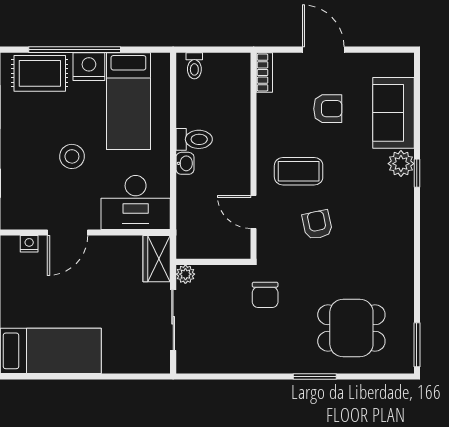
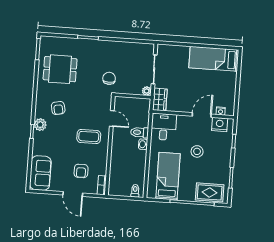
nightstand: (89, 67) -> (220, 125), moved, turned 180
armchair: (328, 109) -> (81, 171), moved, turned -90
sofa: (393, 113) -> (40, 173), moved
toilet: (194, 139) -> (139, 132), moved
plant: (401, 164) -> (40, 125), moved
desk: (136, 202) -> (164, 127), width x0.73
armchair: (317, 225) -> (58, 108), moved
dining table: (351, 328) -> (60, 69), moved

